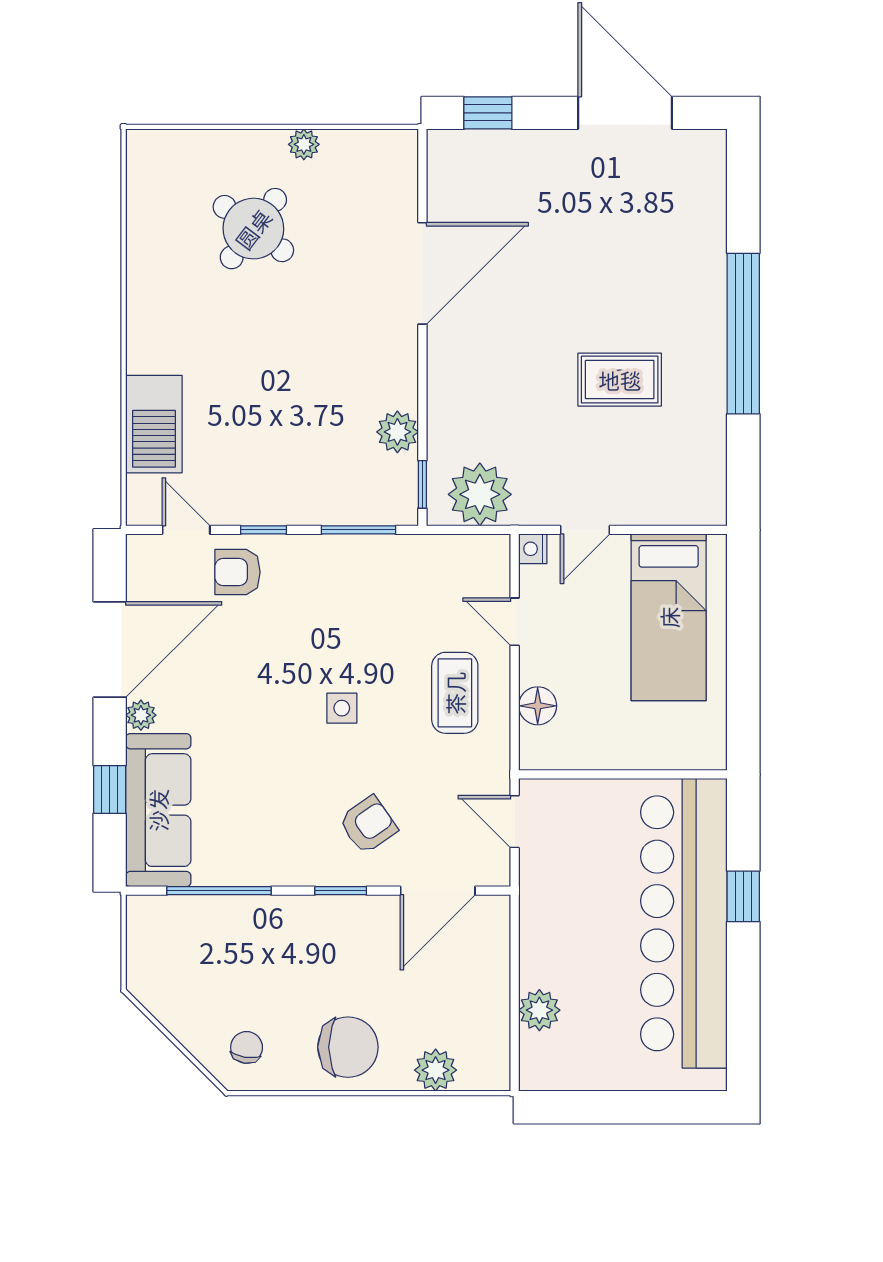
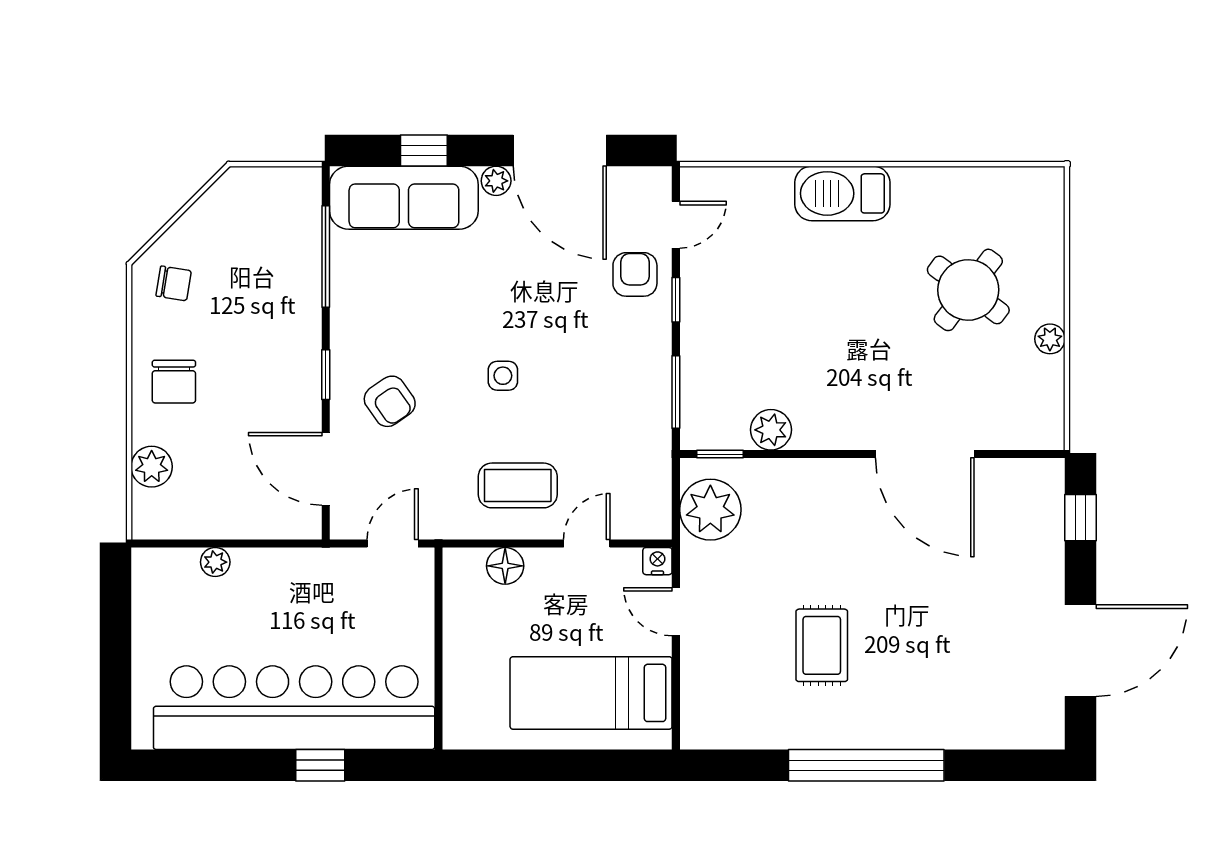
barbecue: (154, 424) -> (842, 193), moved
plant: (539, 1010) -> (215, 562), width x0.73, depth x0.73
chair: (348, 1047) -> (174, 382), width x0.73, depth x0.73

